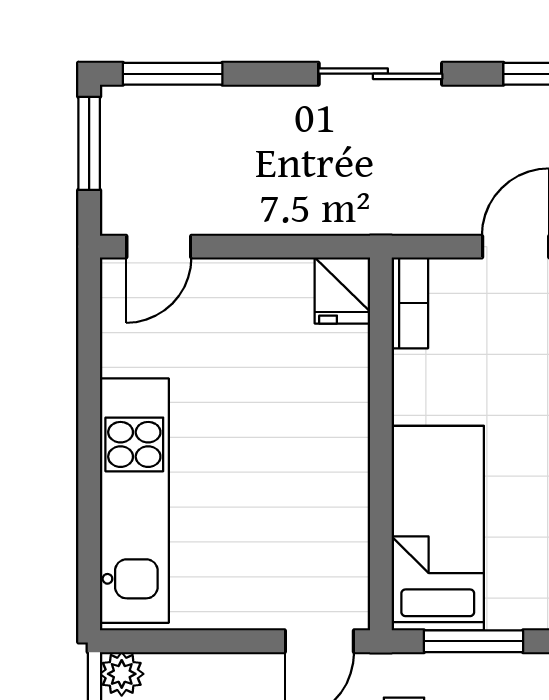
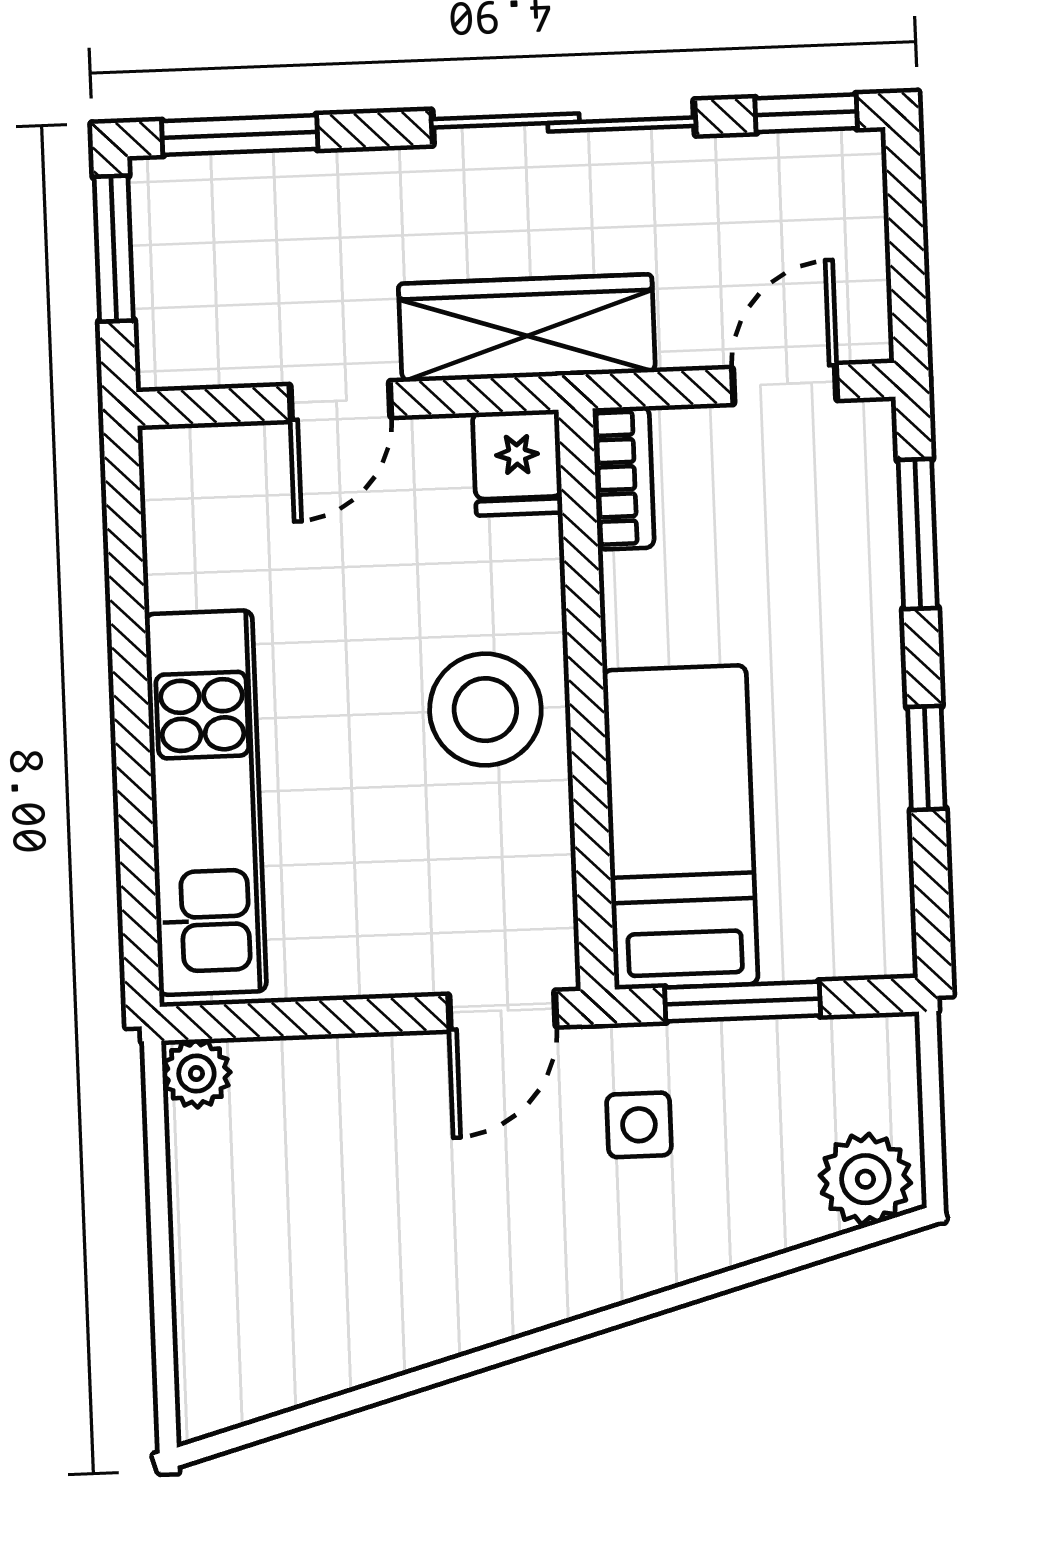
sliding door: (380, 74) -> (564, 123), width x1.37
wardrobe: (352, 204) -> (527, 328), added
door: (159, 247) -> (340, 401), moved
stool: (316, 448) -> (485, 710), added

